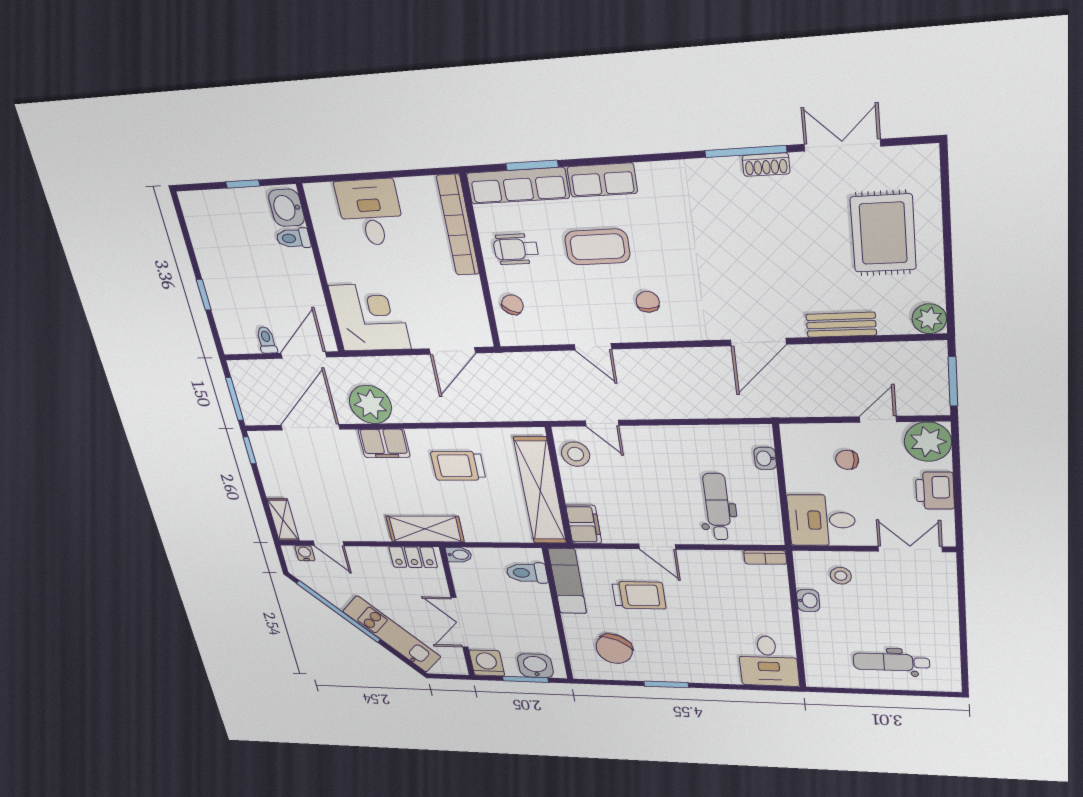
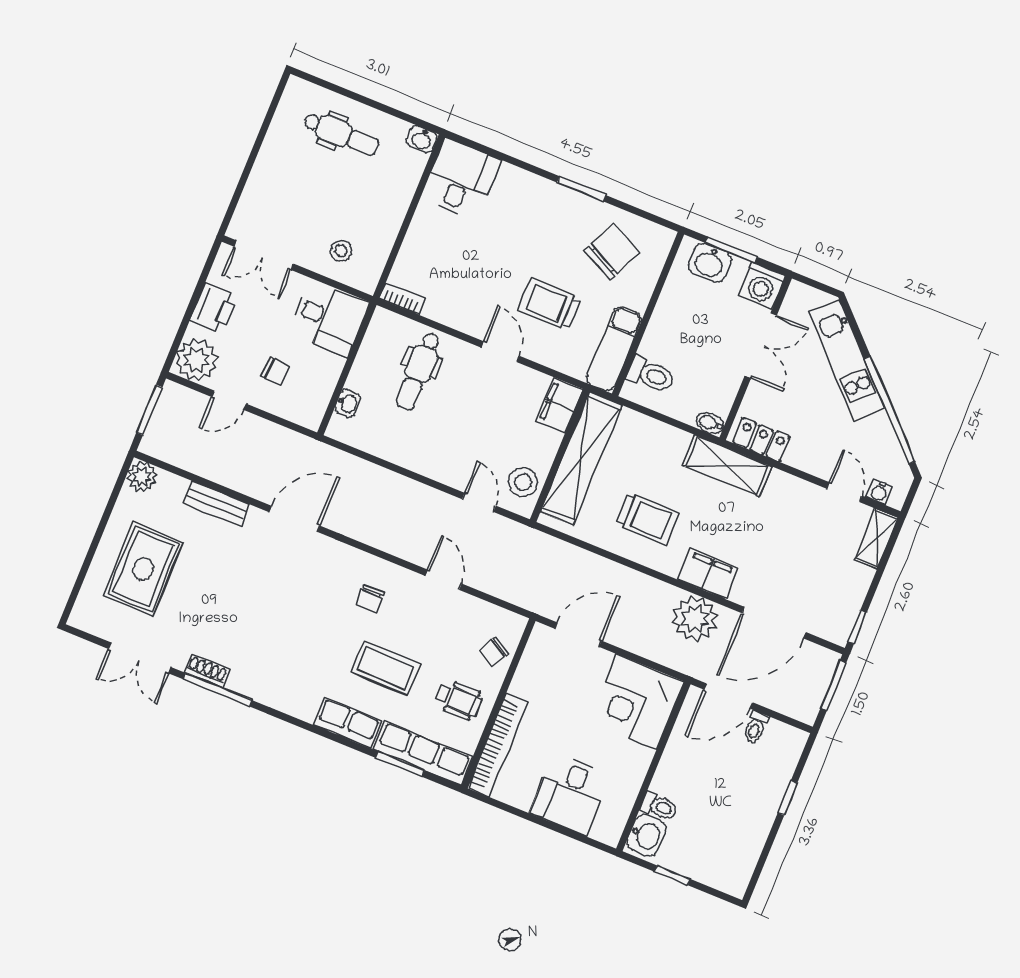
washbasin: (808, 601) -> (422, 139), moved, turned -90

